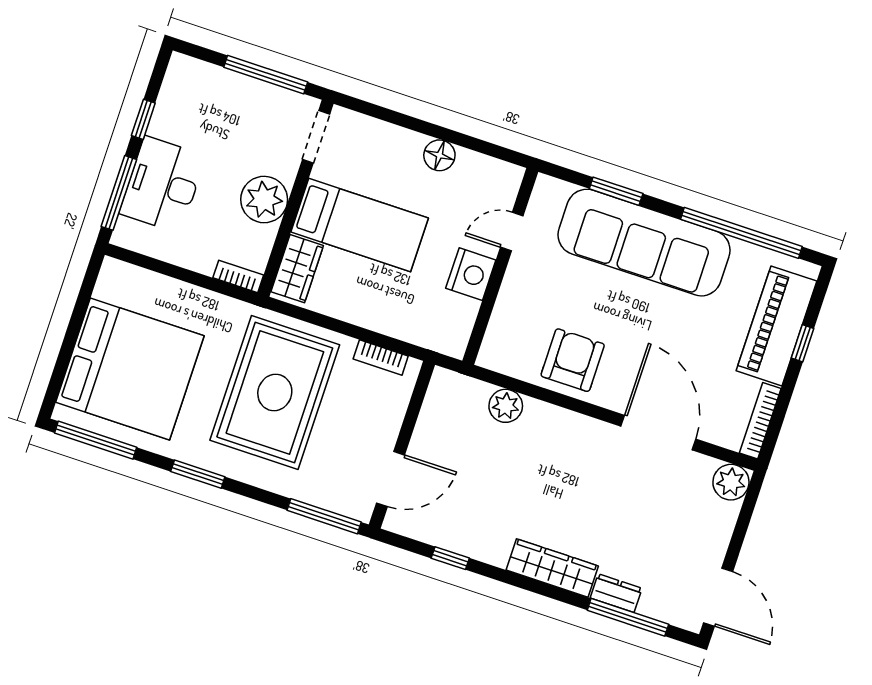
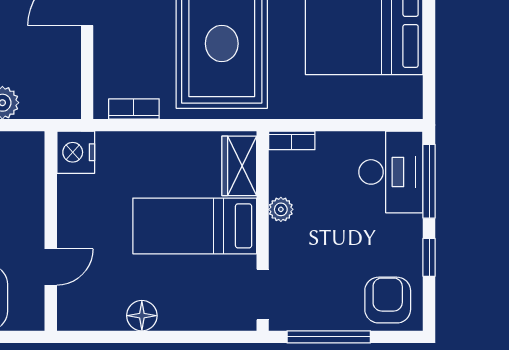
armchair: (197, 91) -> (388, 300), added
desk: (163, 185) -> (391, 172), moved
plant: (264, 200) -> (281, 209), width x0.53, depth x0.53
nightstand: (471, 274) -> (76, 152), moved

